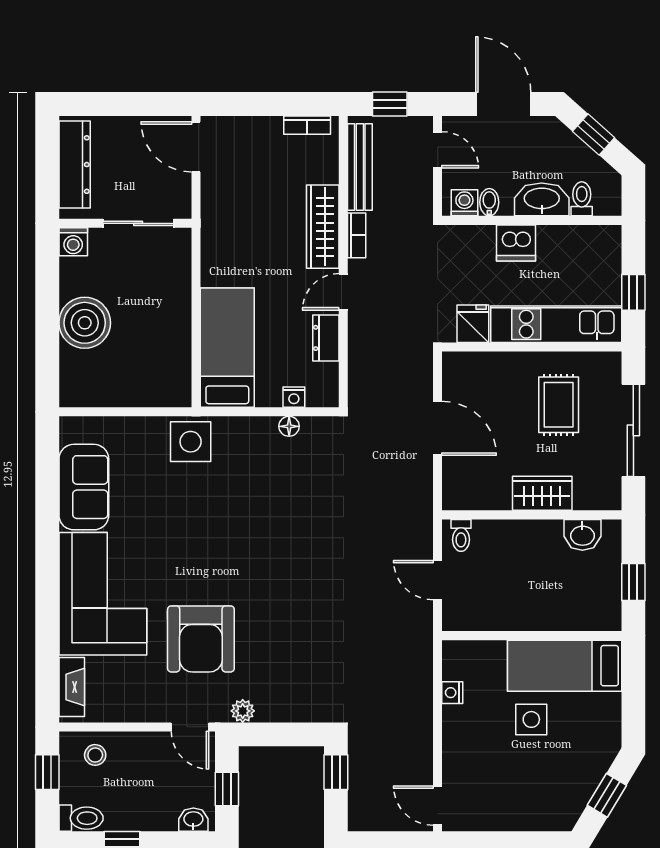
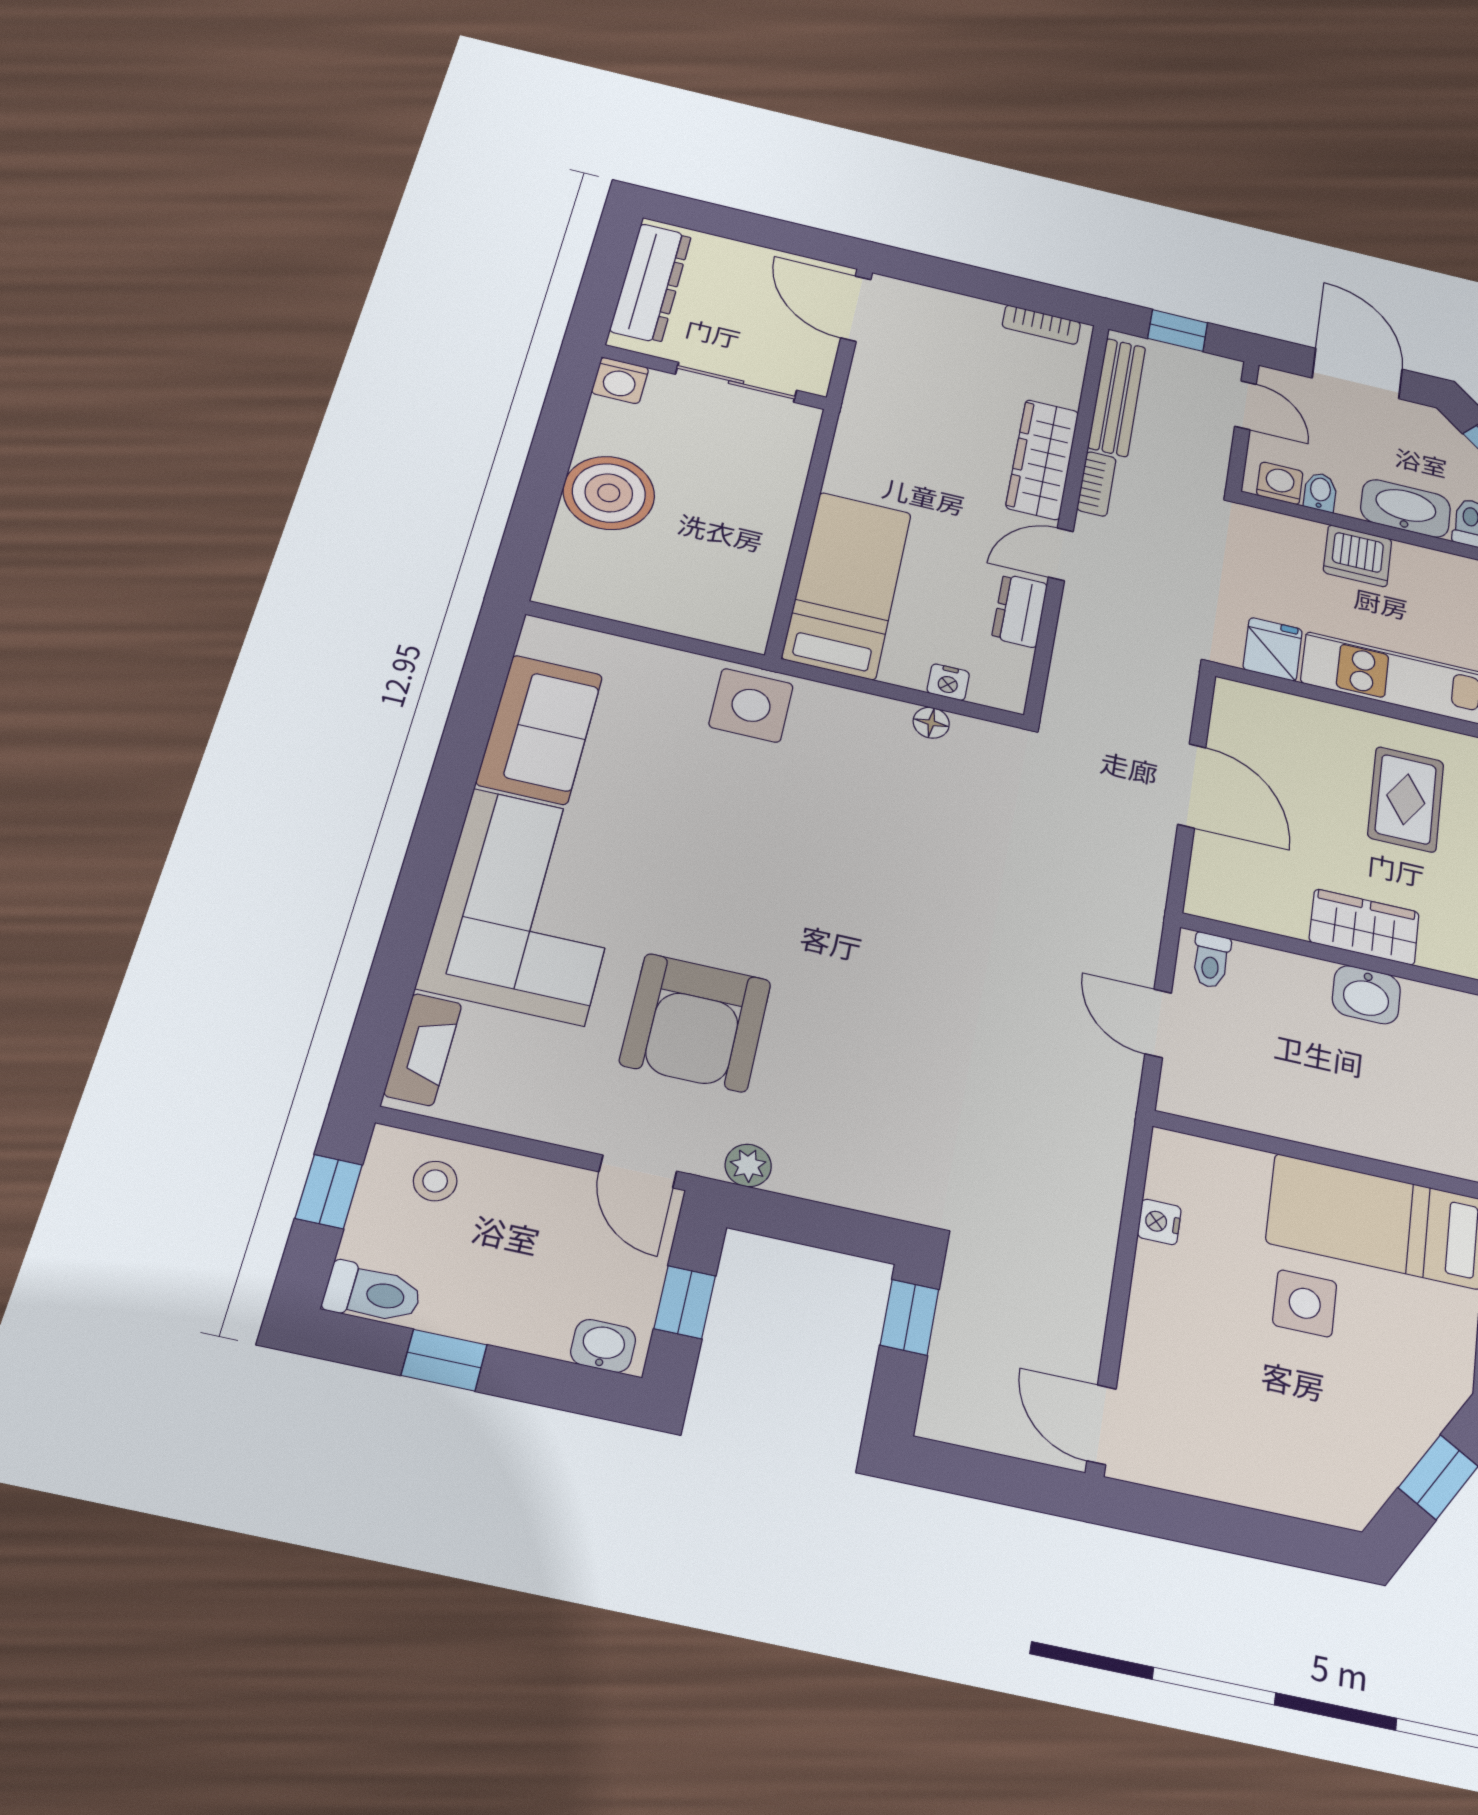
washbasin: (582, 535) -> (1366, 995), moved

